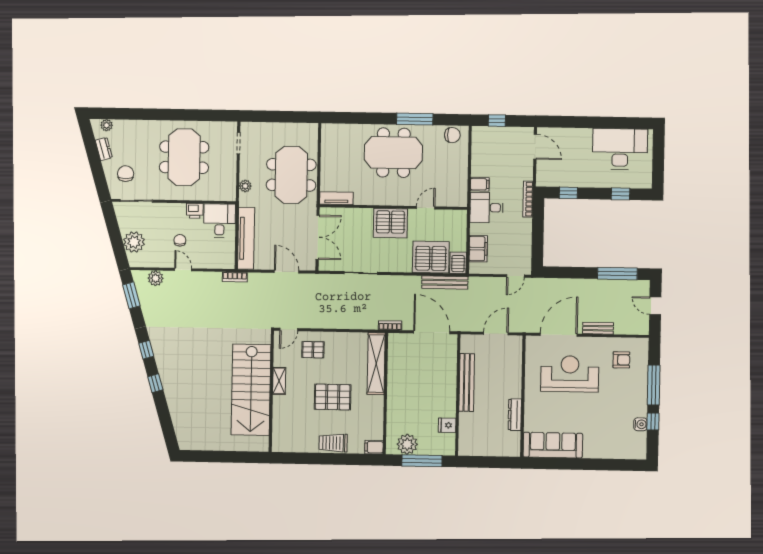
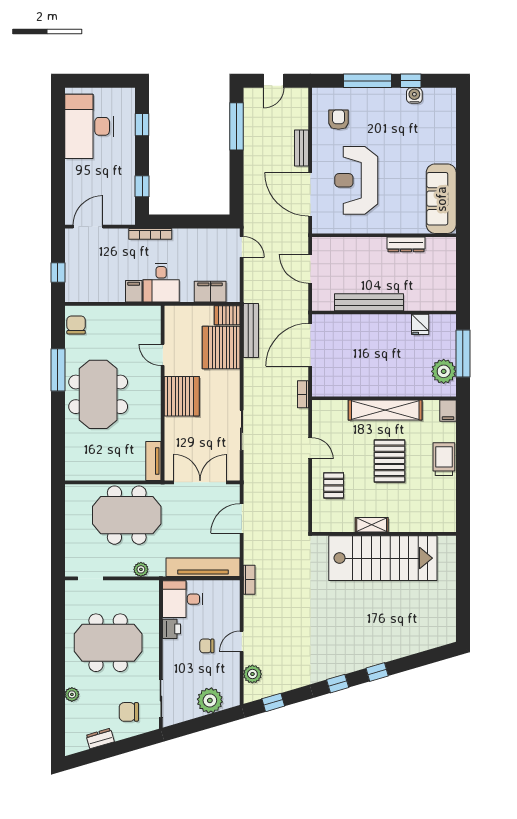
plant: (107, 125) -> (72, 694), moved
window: (131, 295) -> (273, 702), width x0.67
door: (289, 329) -> (310, 448), moved
shelving: (376, 364) -> (385, 410), moved
trolley: (333, 443) -> (444, 459), turned 180

